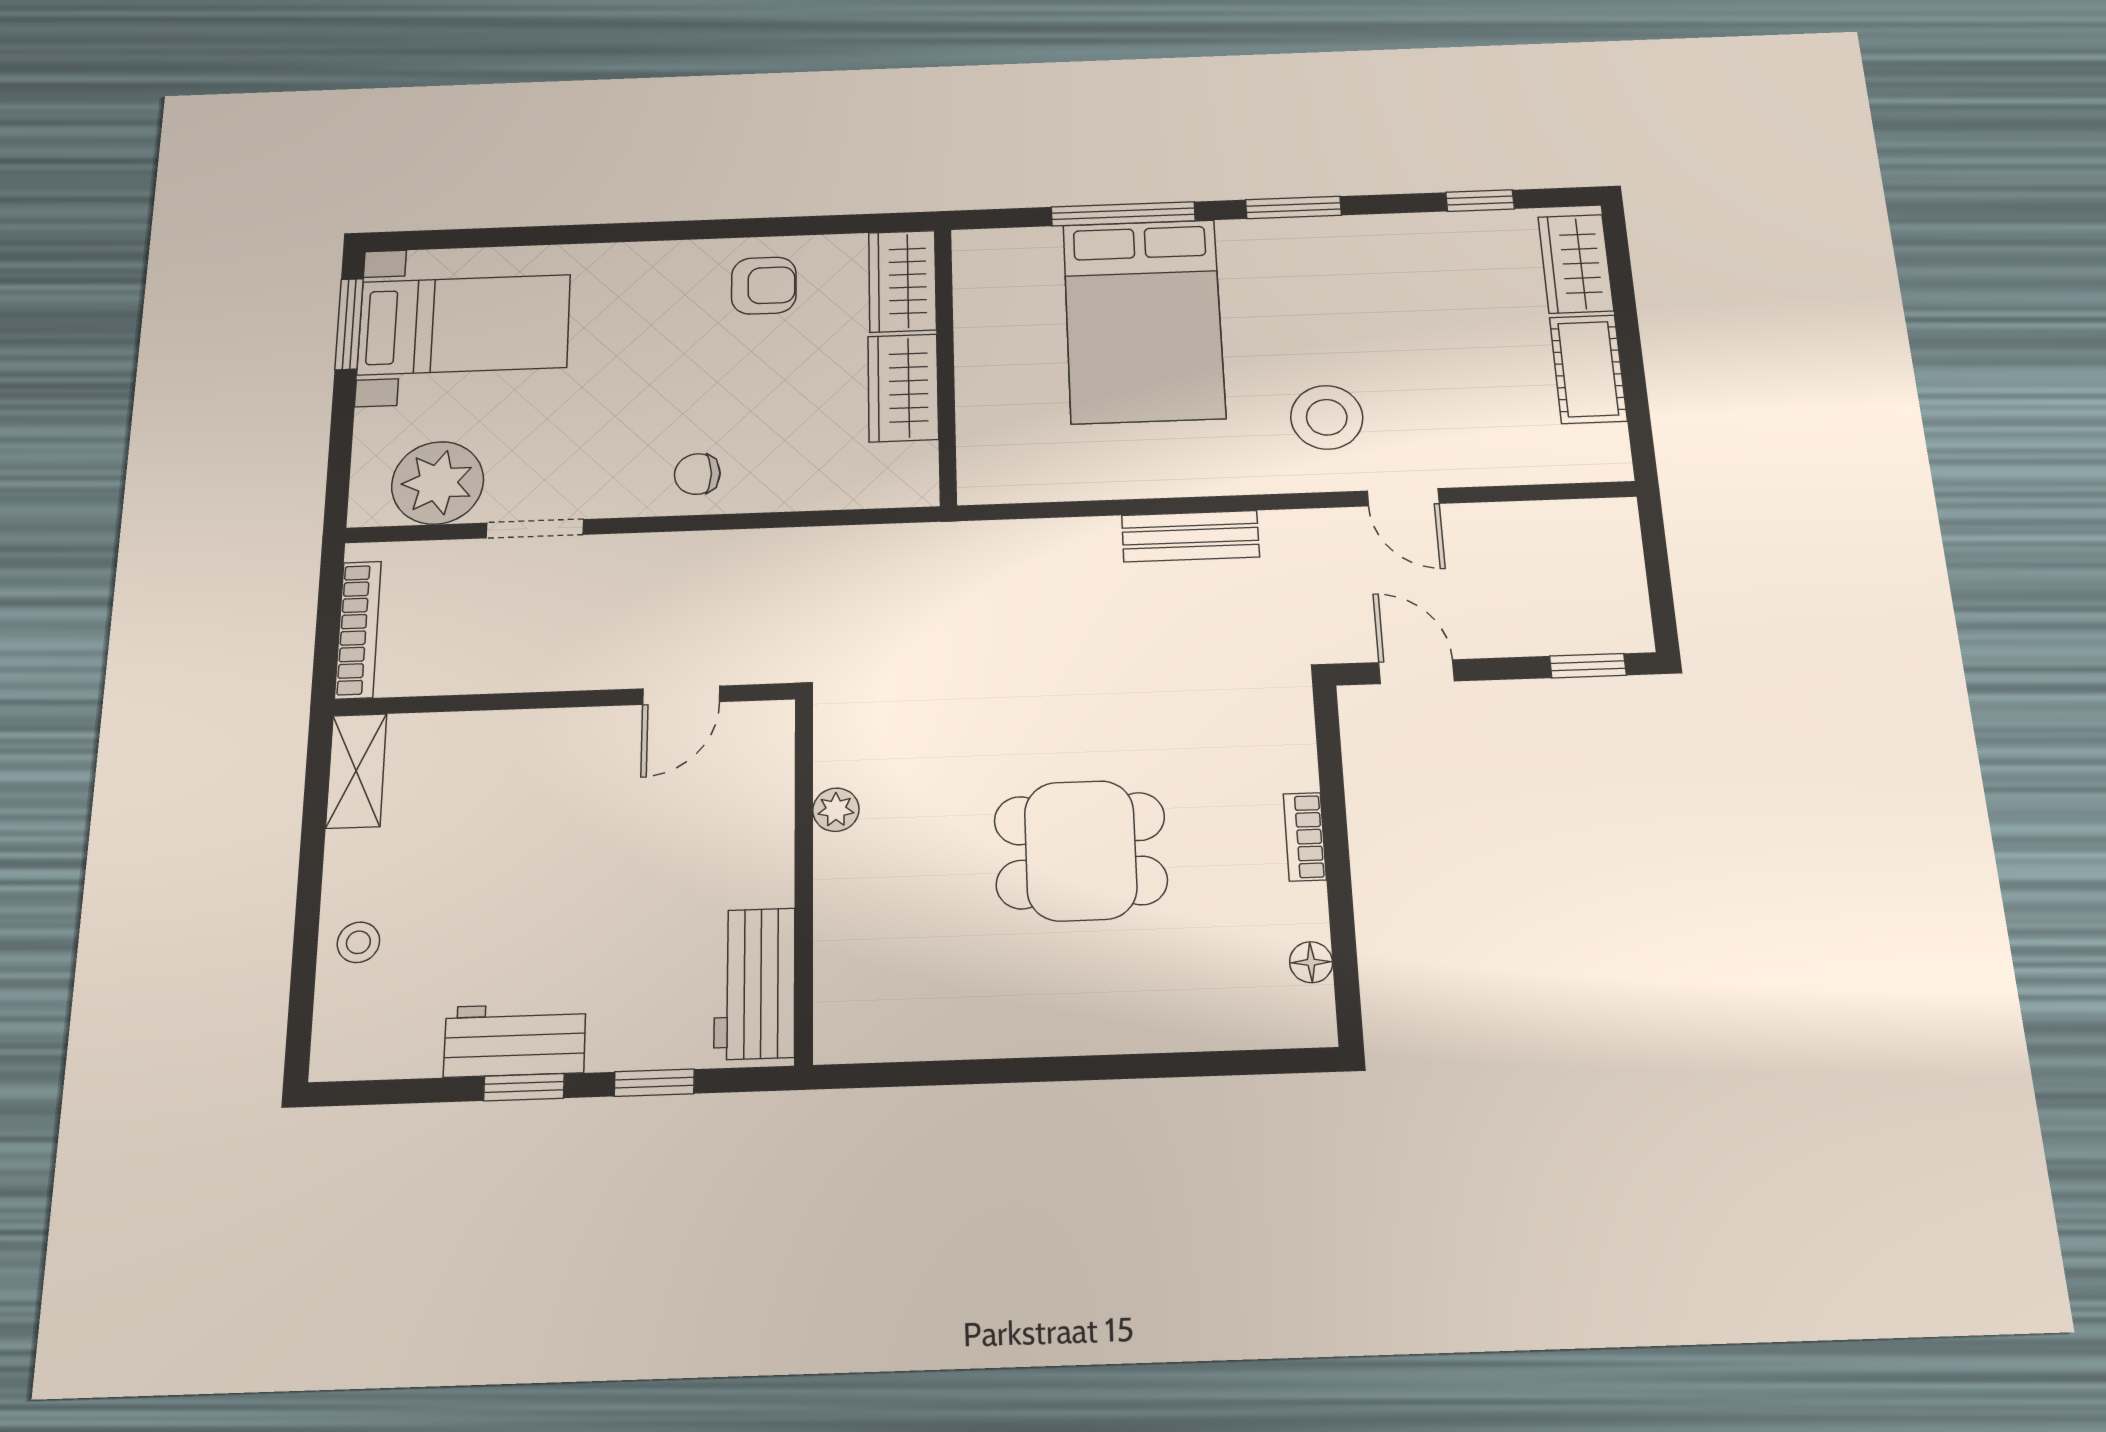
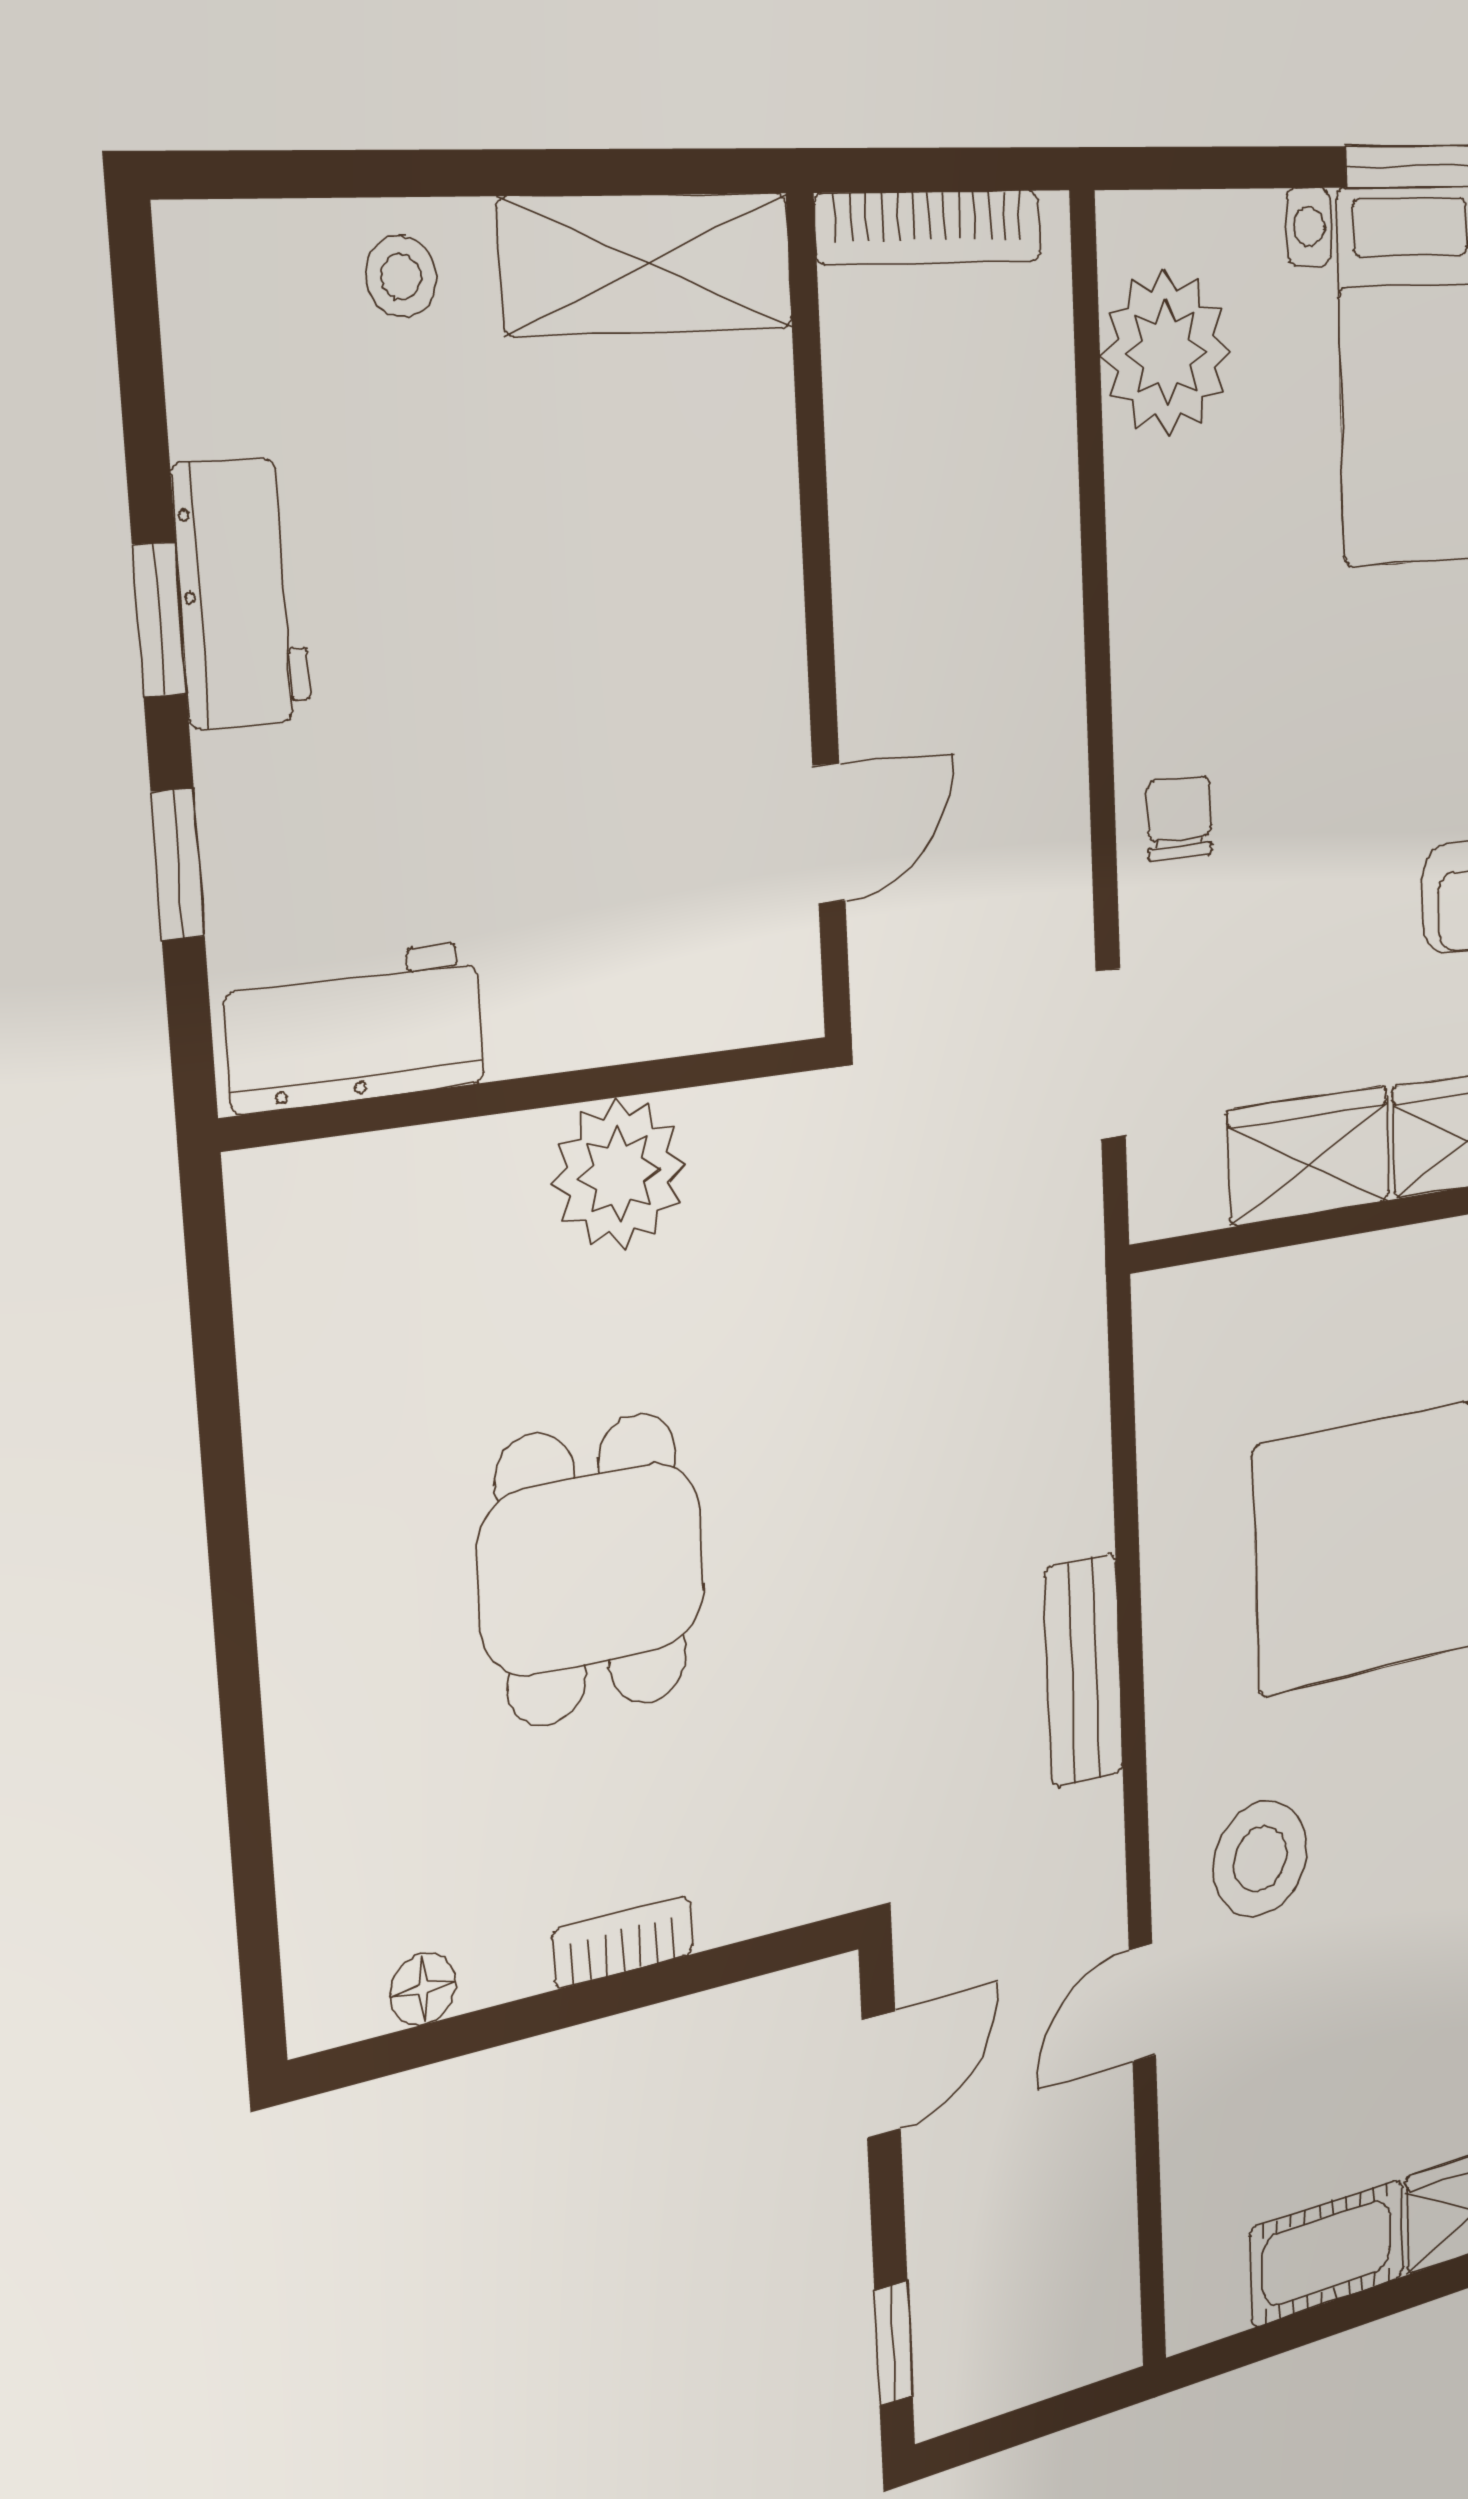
doorway: (535, 529) -> (1111, 1054), moved
door: (681, 695) -> (829, 833), swing flipped
shelving: (356, 771) -> (647, 264), width x1.50, depth x1.33
plant: (836, 810) -> (619, 1174), width x1.88, depth x1.88

